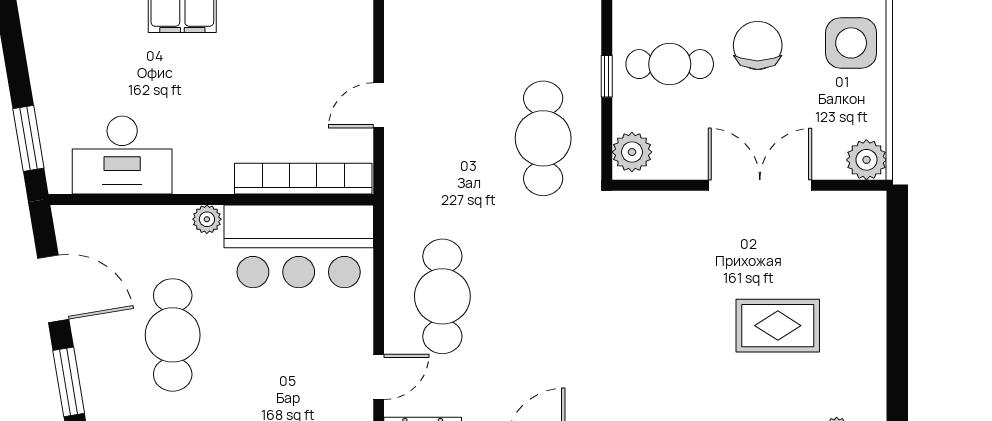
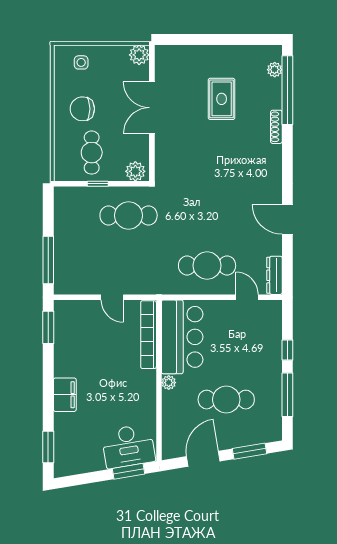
side table: (851, 43) -> (81, 62), width x0.54, depth x0.54
desk: (122, 155) -> (128, 446), moved, turned 81

